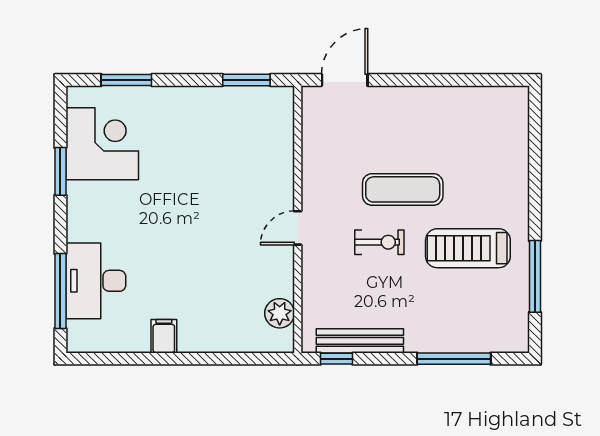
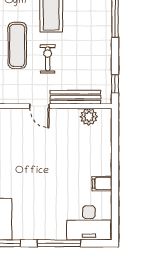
desk: (96, 281) -> (89, 223), moved
window: (60, 291) -> (59, 243), moved
bench: (360, 341) -> (75, 97), moved, turned 90

